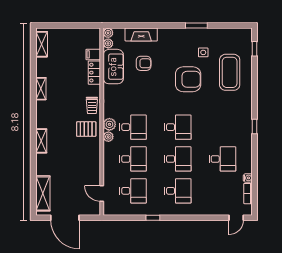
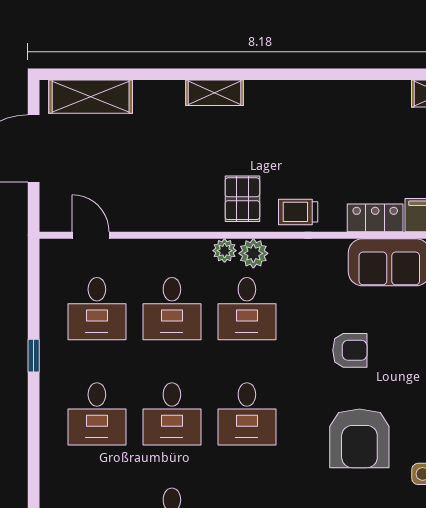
armchair: (144, 63) -> (350, 350), moved, turned -90
shelving: (41, 89) -> (337, 92), removed
door: (102, 193) -> (91, 235), hinge flipped

